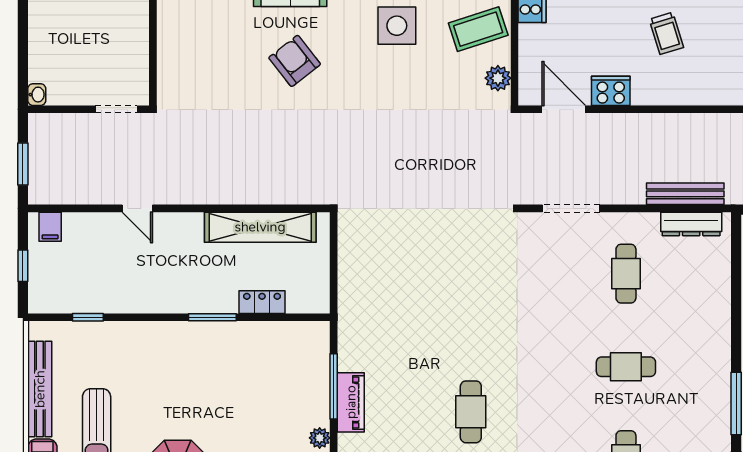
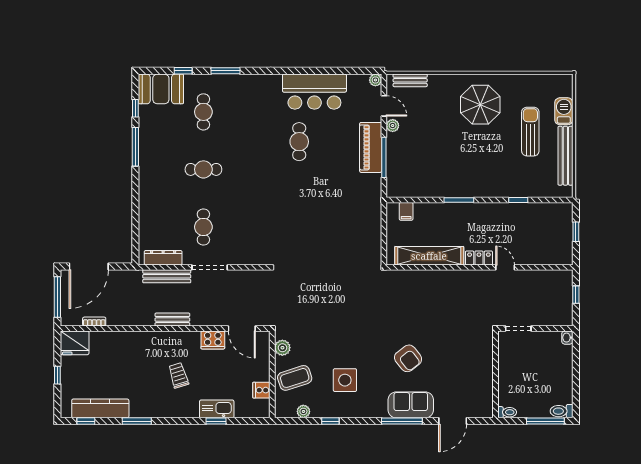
bench: (676, 124) -> (172, 320), added
window: (23, 164) -> (576, 295), width x0.67
doorway: (571, 208) -> (210, 267), moved
filing cabinet: (50, 227) -> (406, 211), moved, turned 180
locker: (262, 302) -> (479, 258), moved, turned 180
window: (88, 317) -> (518, 200), moved
piano: (351, 402) -> (371, 147), width x1.37, depth x1.33

